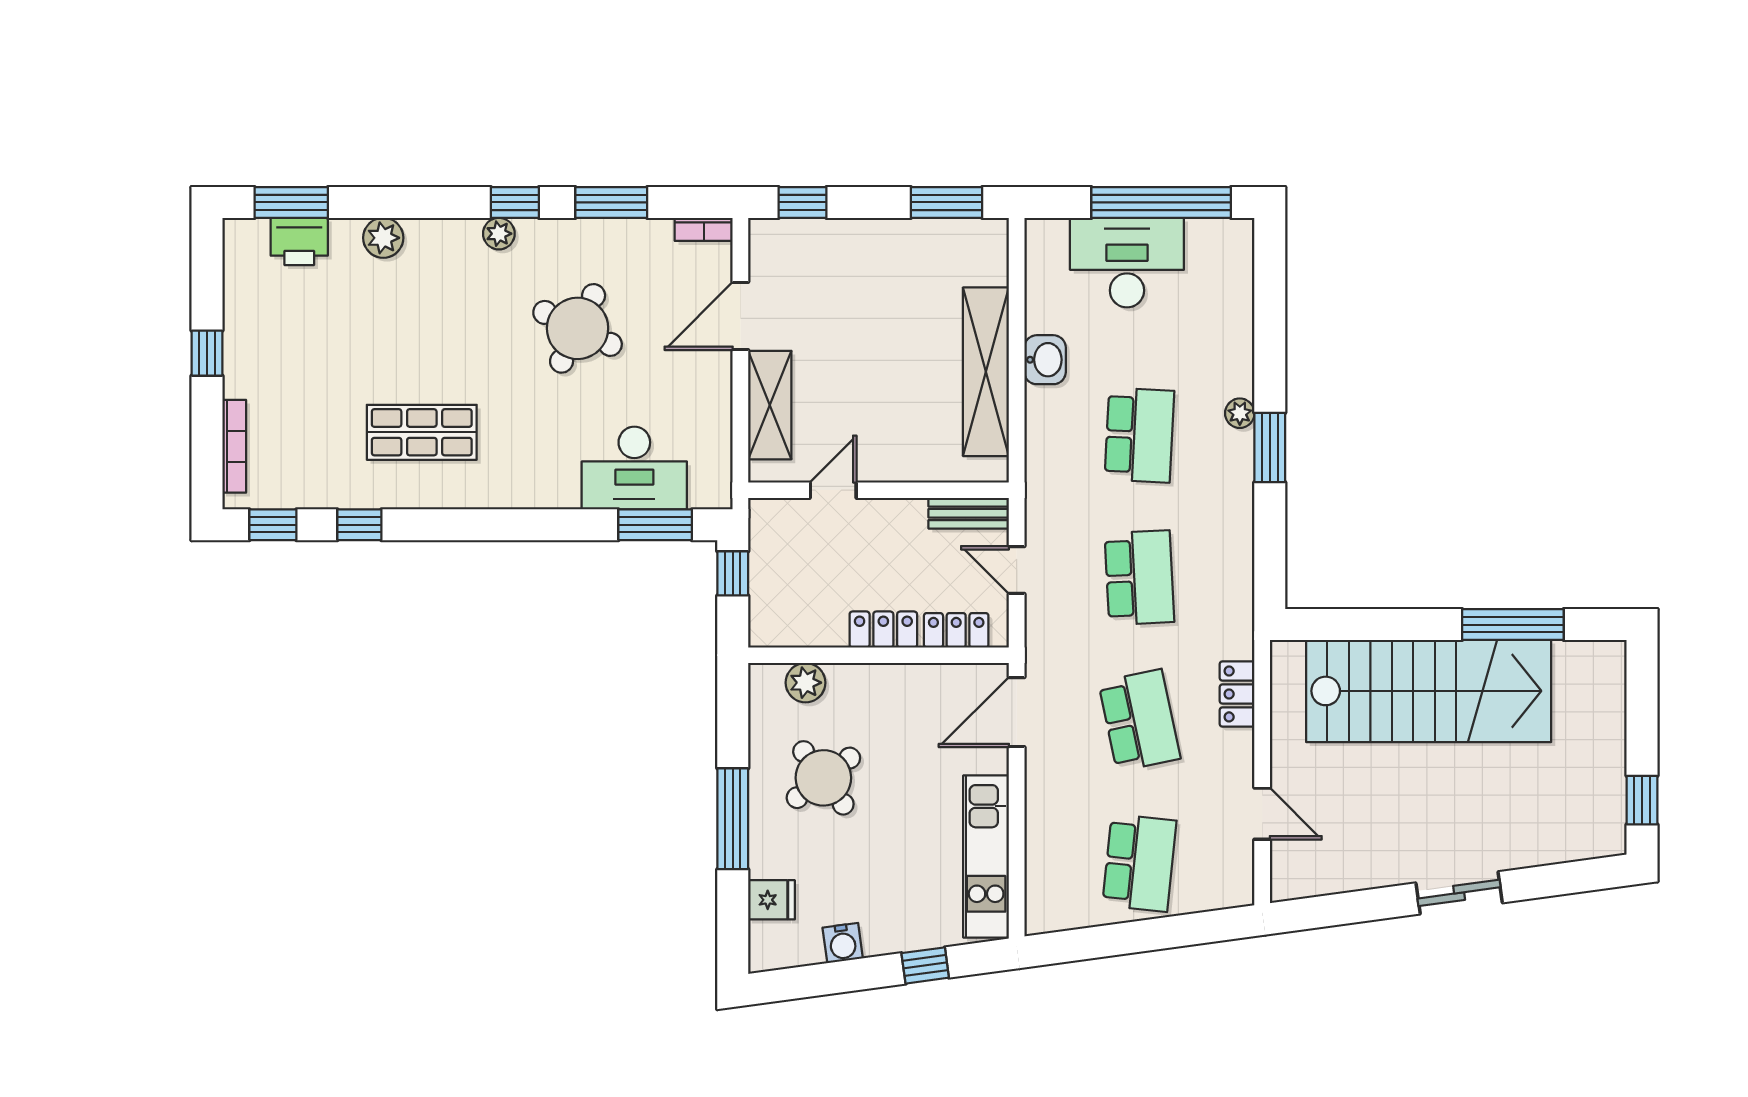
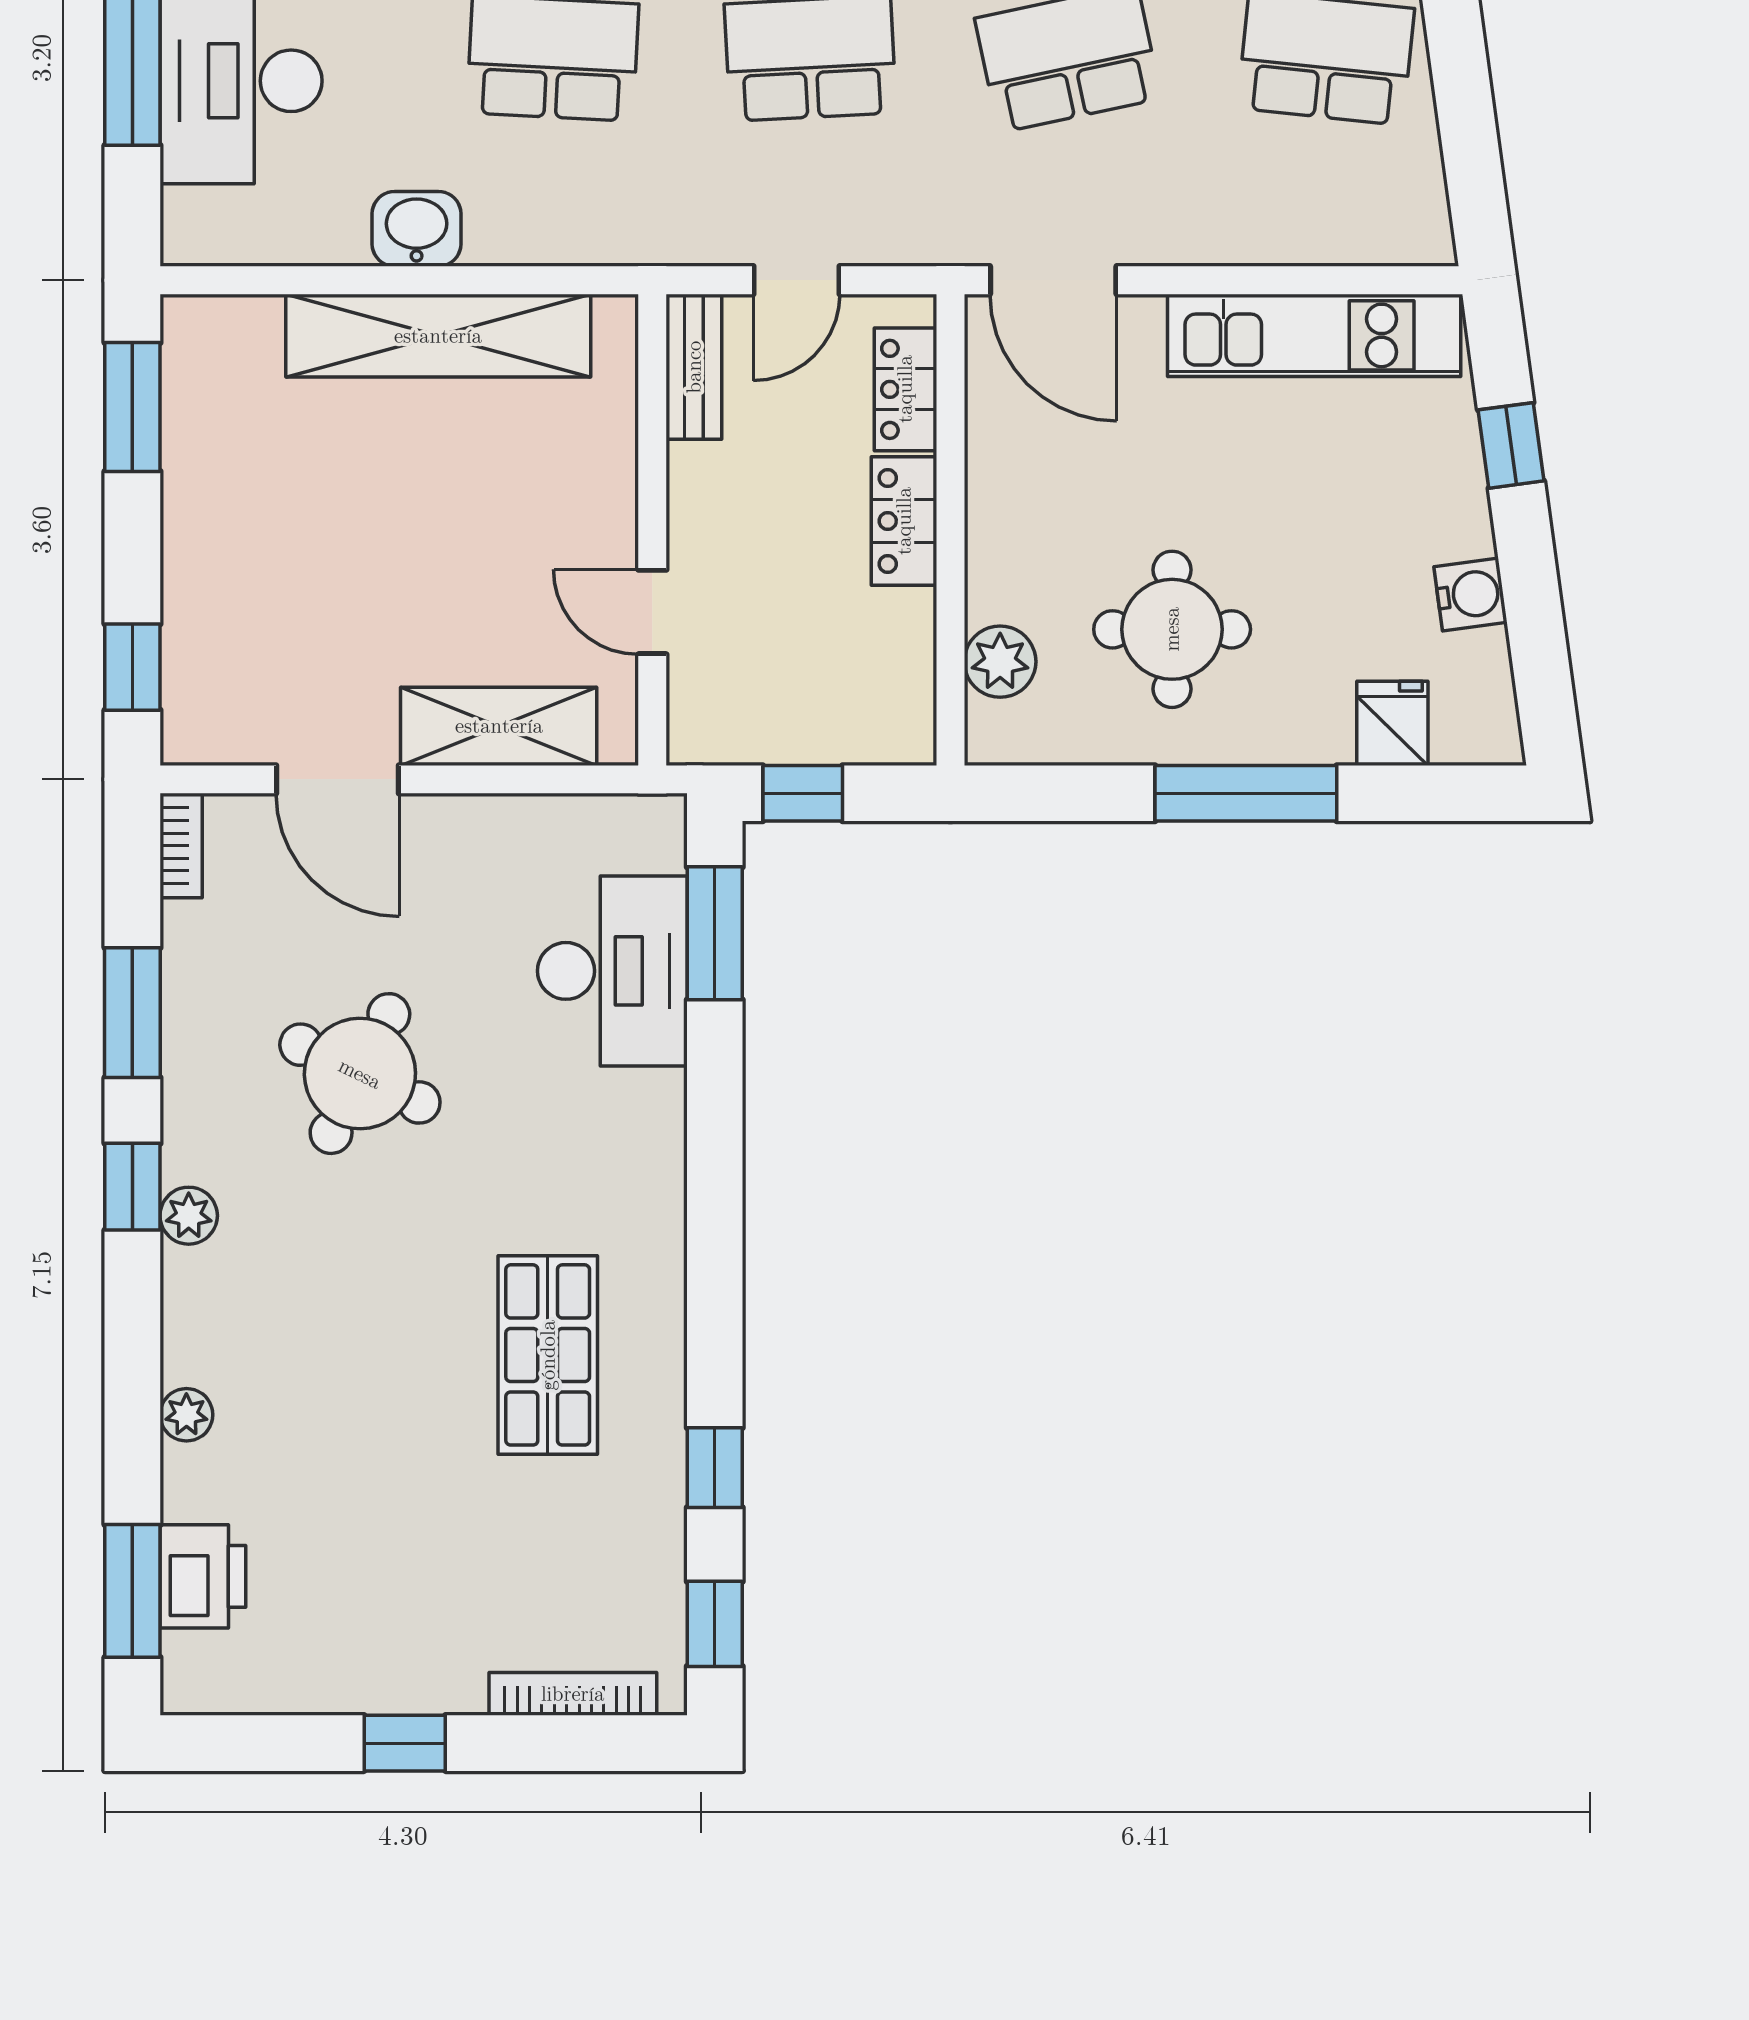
plant: (383, 238) -> (186, 1415), width x0.73, depth x0.73
round table: (823, 778) -> (1172, 629), turned 37

